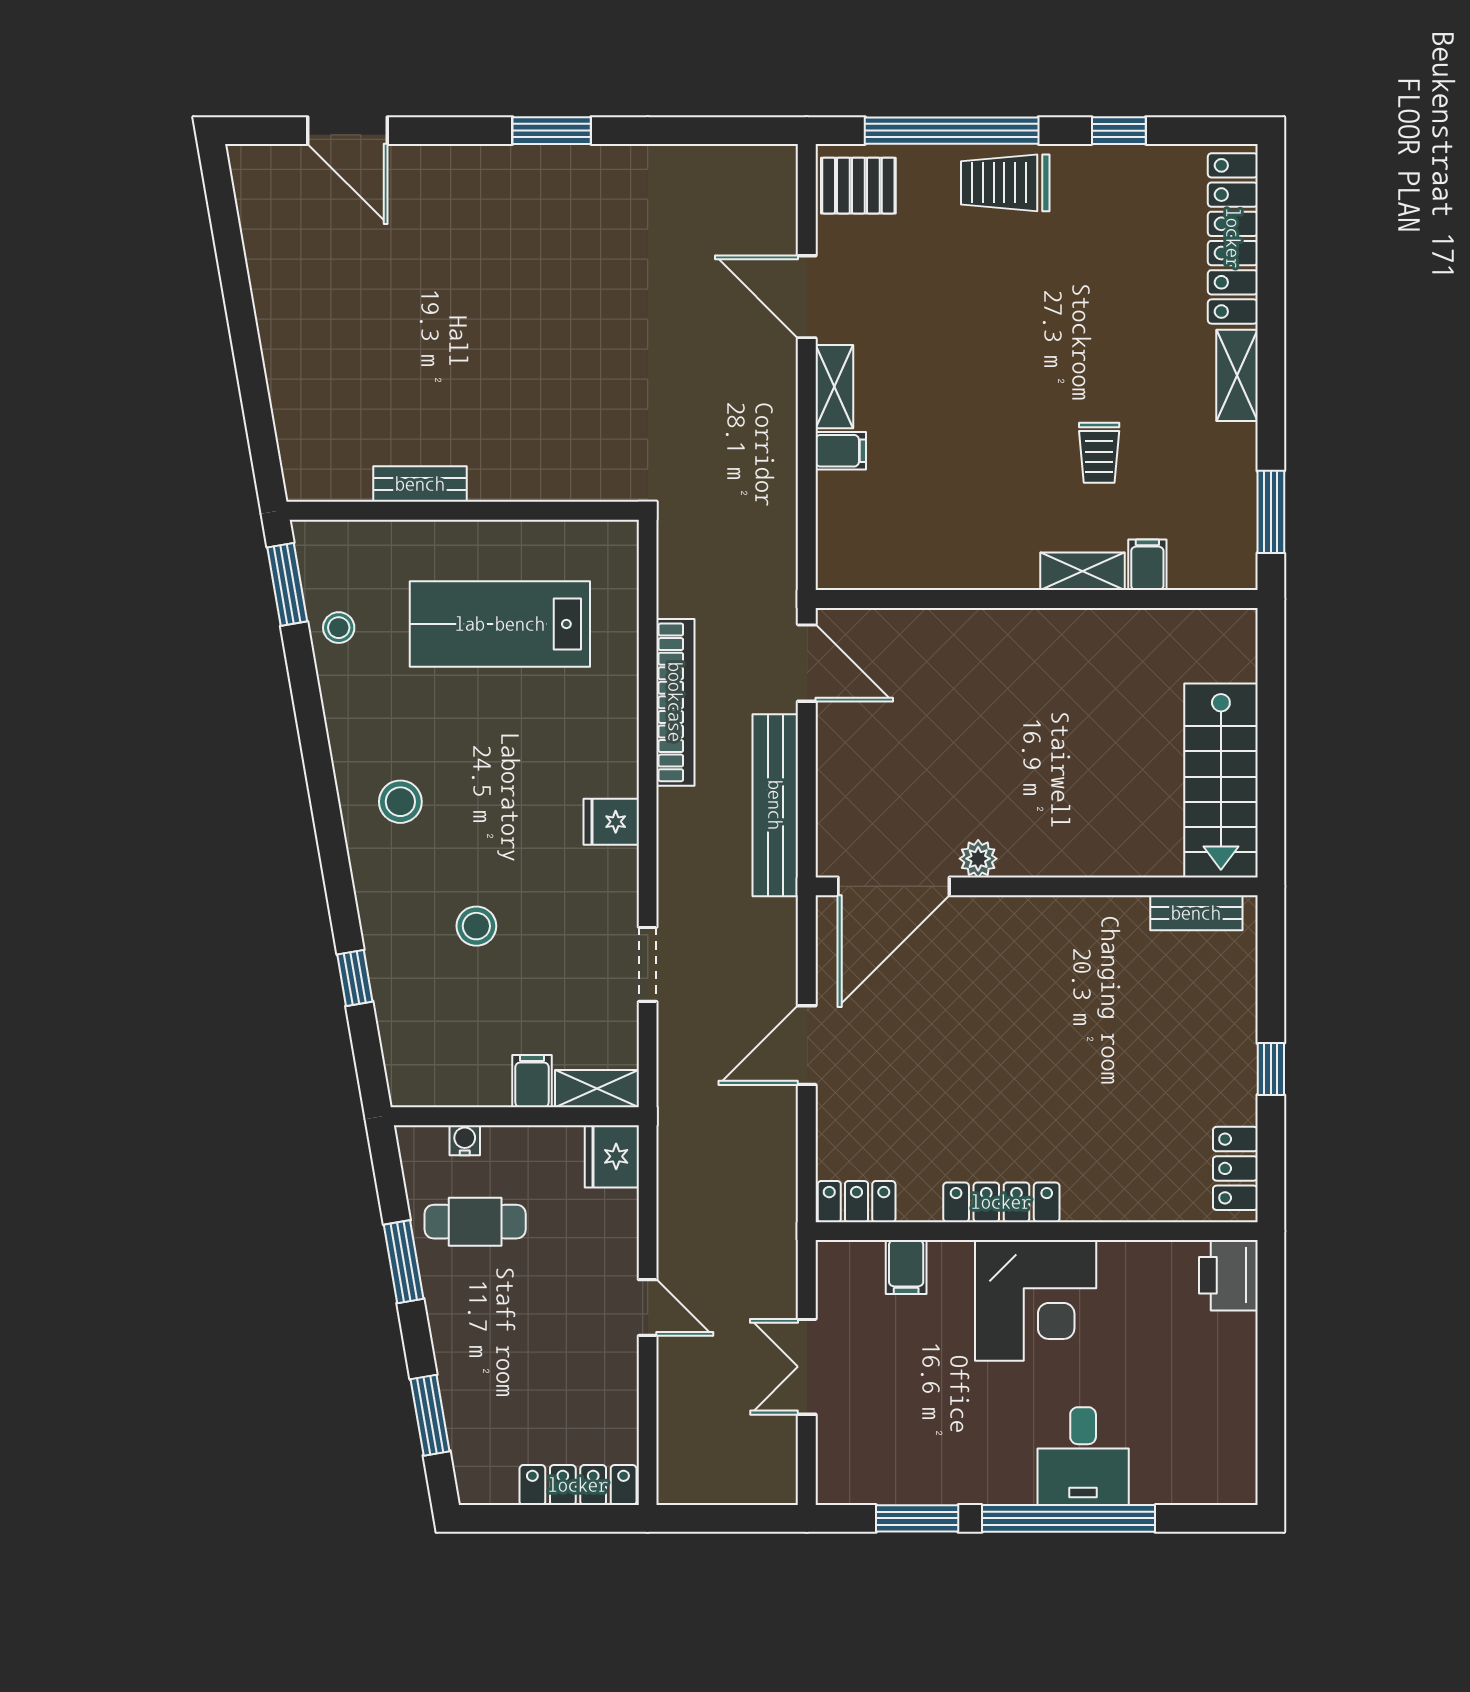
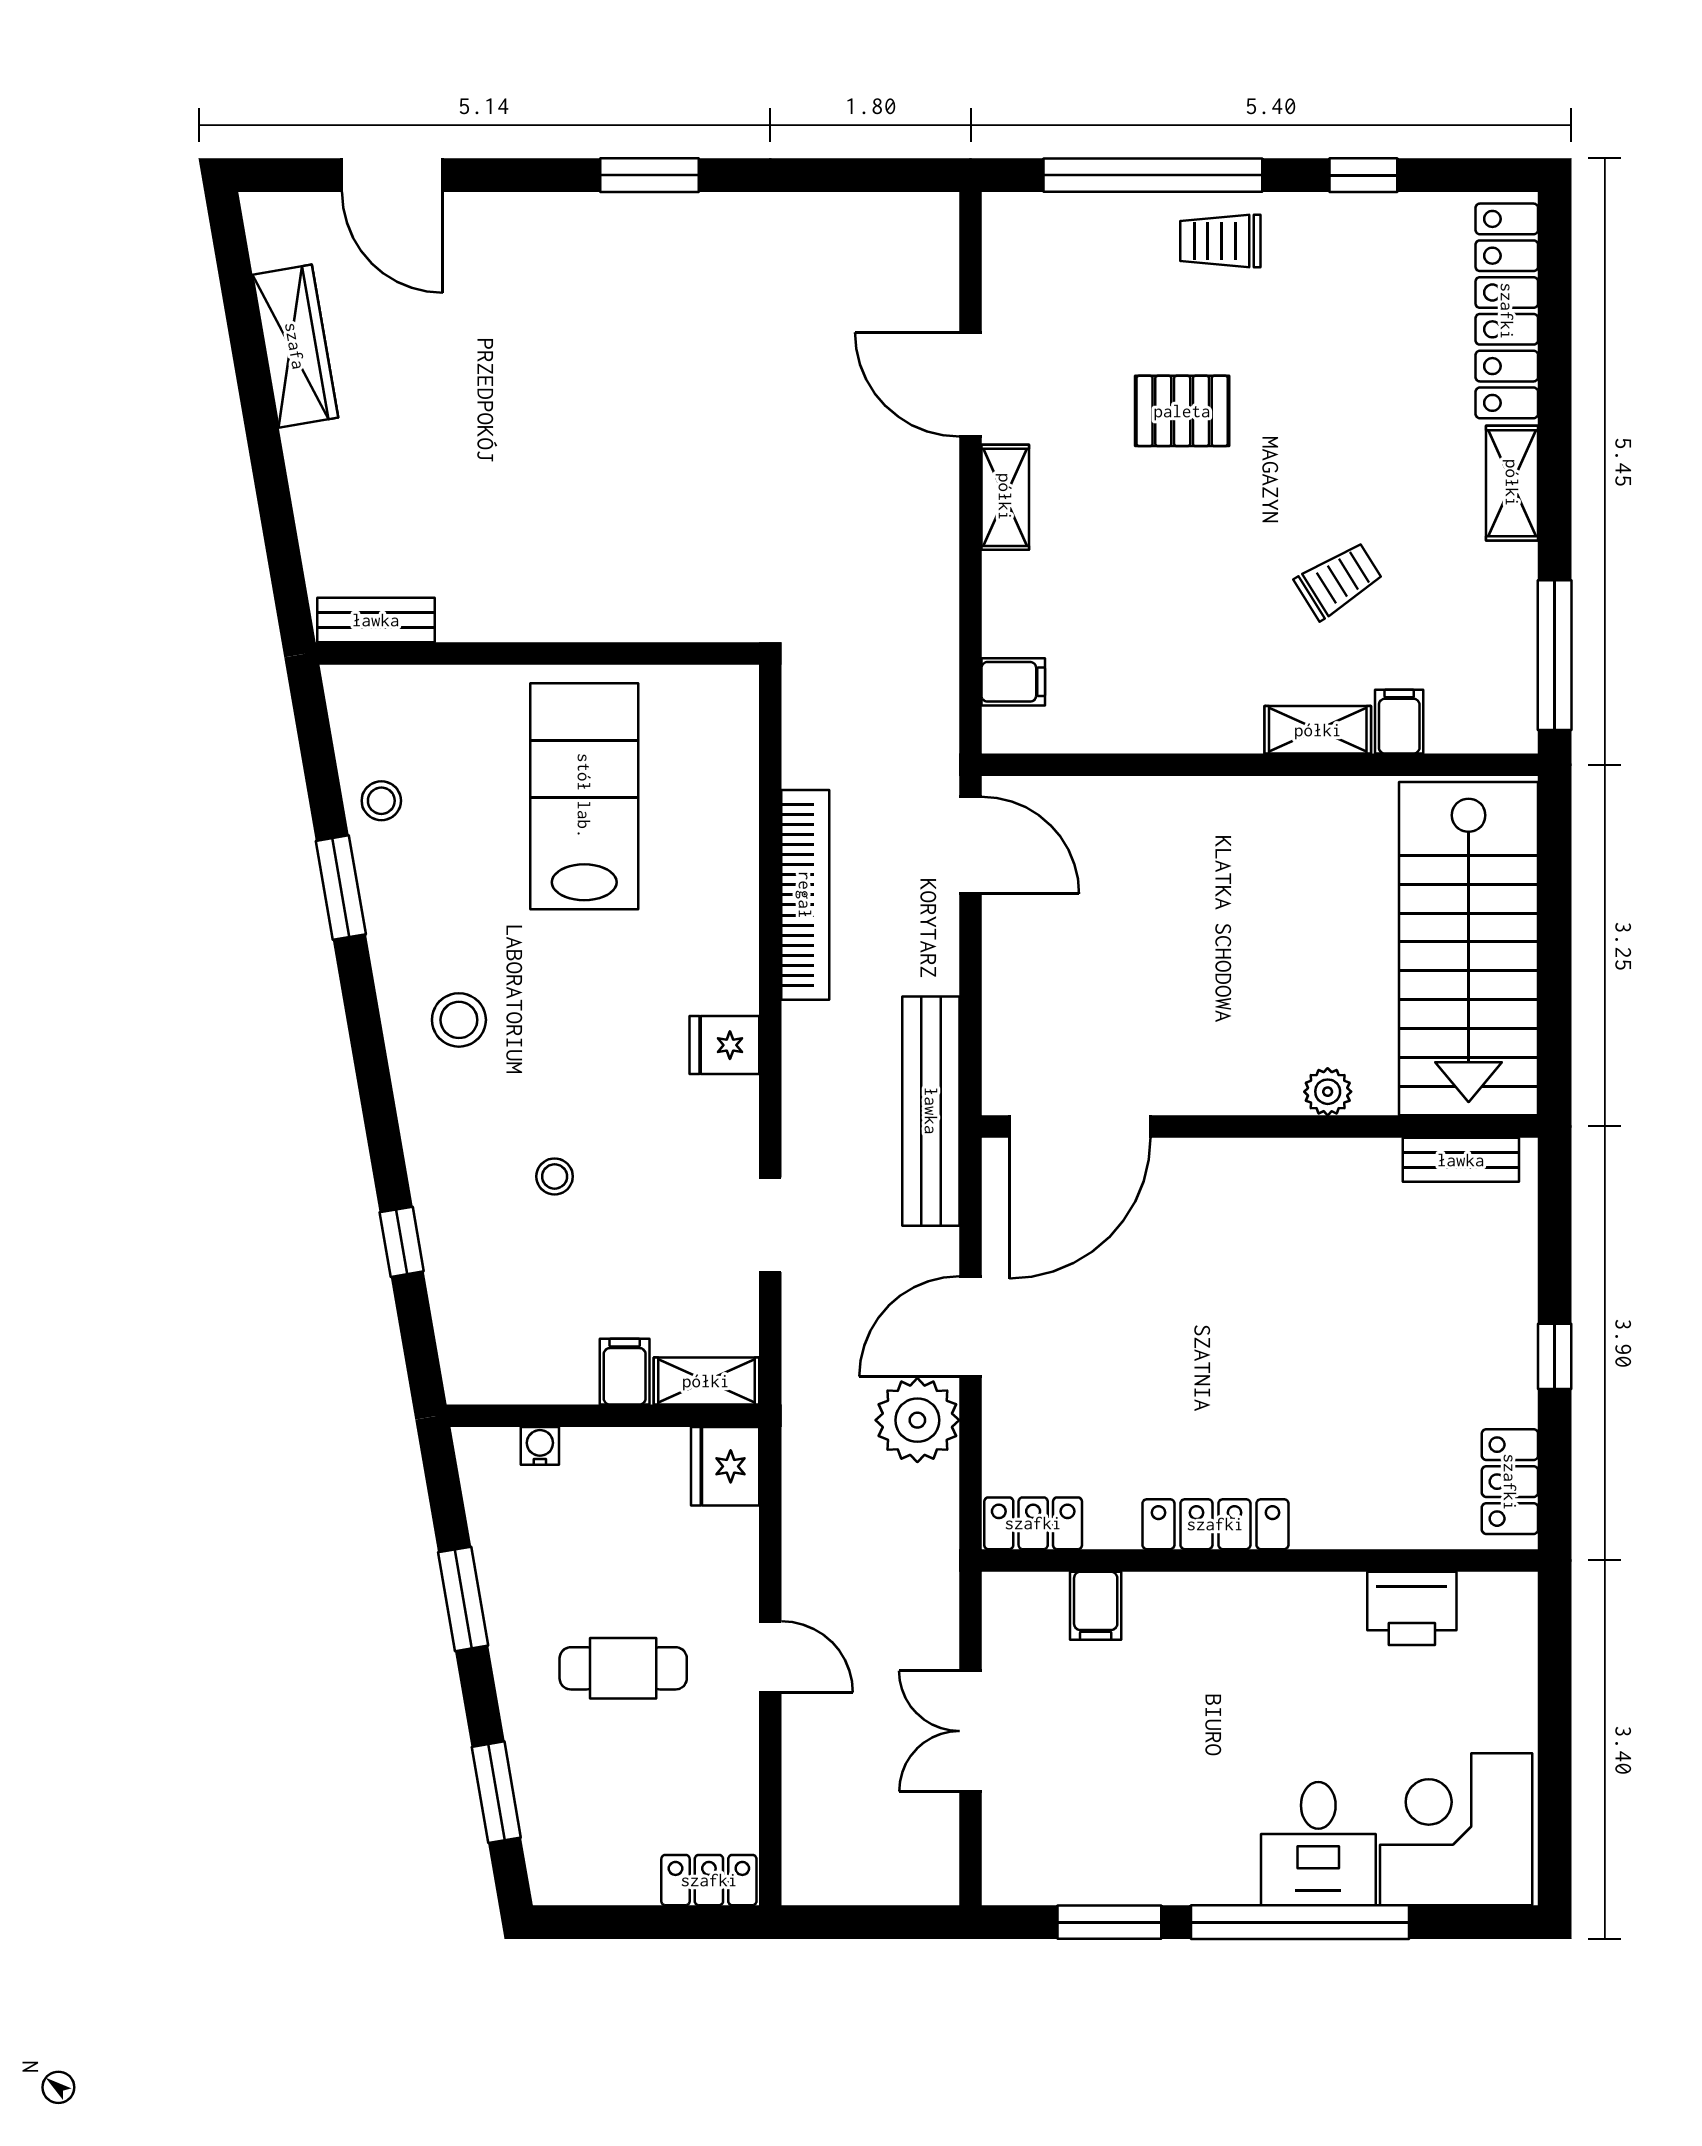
trolley: (1005, 183) -> (1220, 241), width x0.73, depth x0.72
pallet: (858, 186) -> (1182, 411), moved
wardrobe: (270, 266) -> (295, 346), added
filing cabinet: (841, 451) -> (1013, 682), moved
trolley: (1099, 453) -> (1339, 581), turned -122
bench: (420, 484) -> (376, 620), moved
window: (1271, 512) -> (1555, 655), width x1.44
window: (287, 584) -> (341, 888), moved
lab bench: (500, 624) -> (584, 796), turned 90
stairs: (1221, 780) -> (1469, 949), width x1.36, depth x1.51
bench: (775, 805) -> (931, 1111), moved
plant: (978, 859) -> (1328, 1092), moved
stool: (476, 926) -> (555, 1176), width x0.73, depth x0.73
plant: (765, 1120) -> (917, 1420), added
cafe table: (475, 1222) -> (623, 1668), moved
printer: (1228, 1275) -> (1412, 1608), moved, turned -90
corner desk: (1036, 1300) -> (1456, 1829), moved, turned 180
locker: (578, 1485) -> (709, 1880), width x0.66

